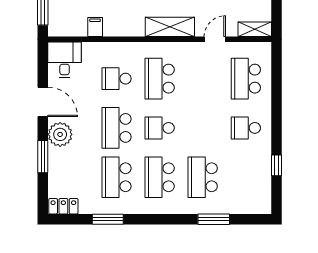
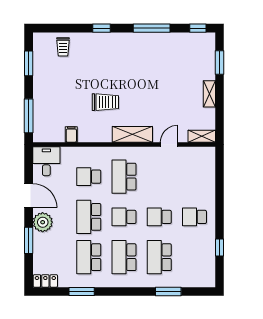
school desk: (246, 79) -> (159, 217), moved, width x0.54

